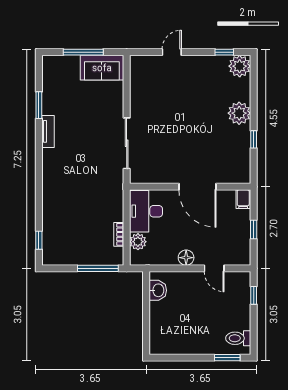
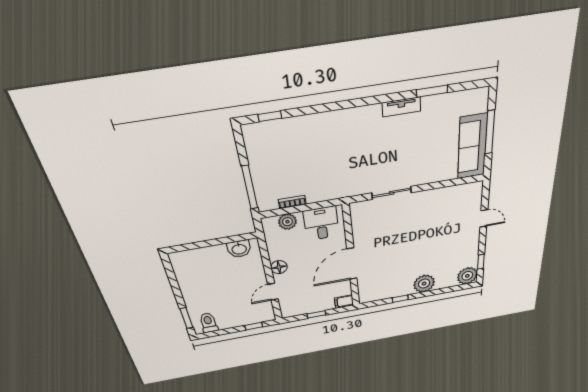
sofa: (102, 68) -> (472, 147), width x1.36
sliding door: (127, 143) -> (392, 193), width x0.73
desk: (146, 211) -> (321, 224), width x0.73

